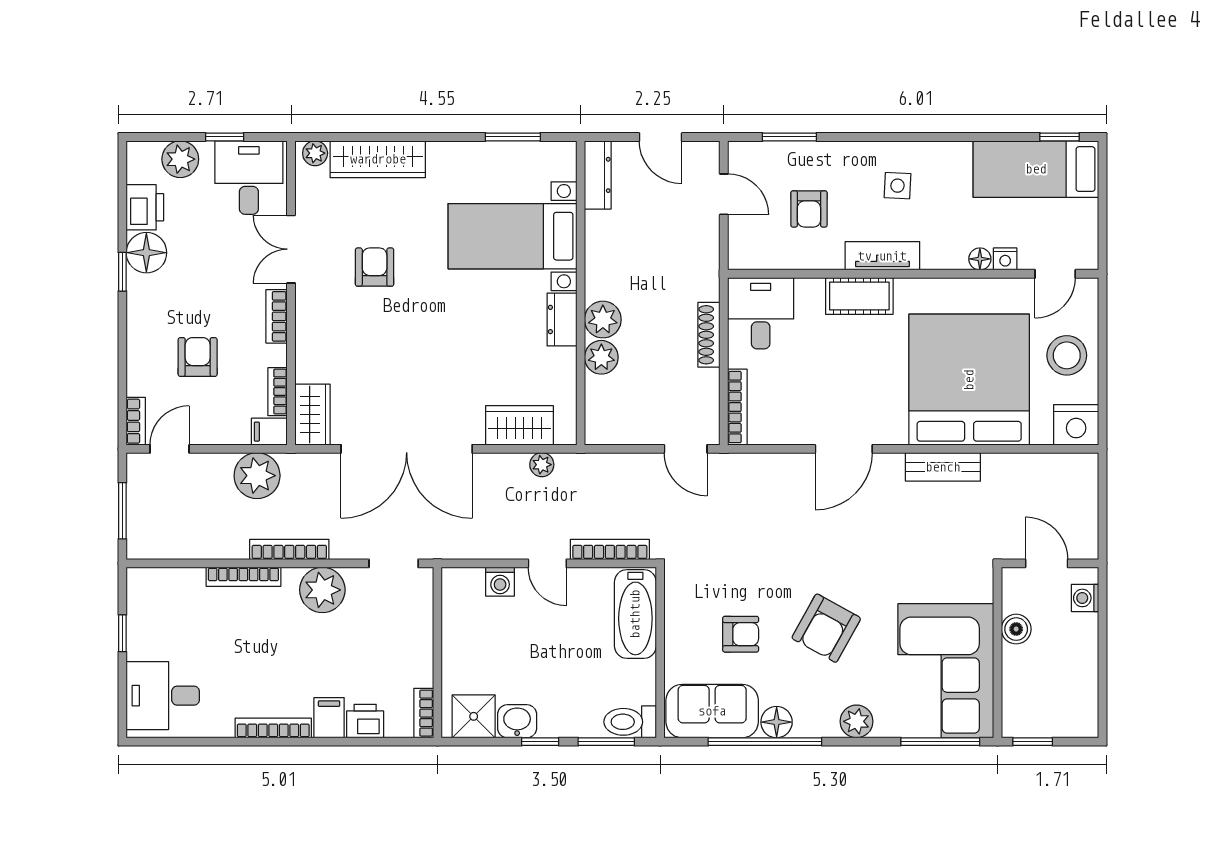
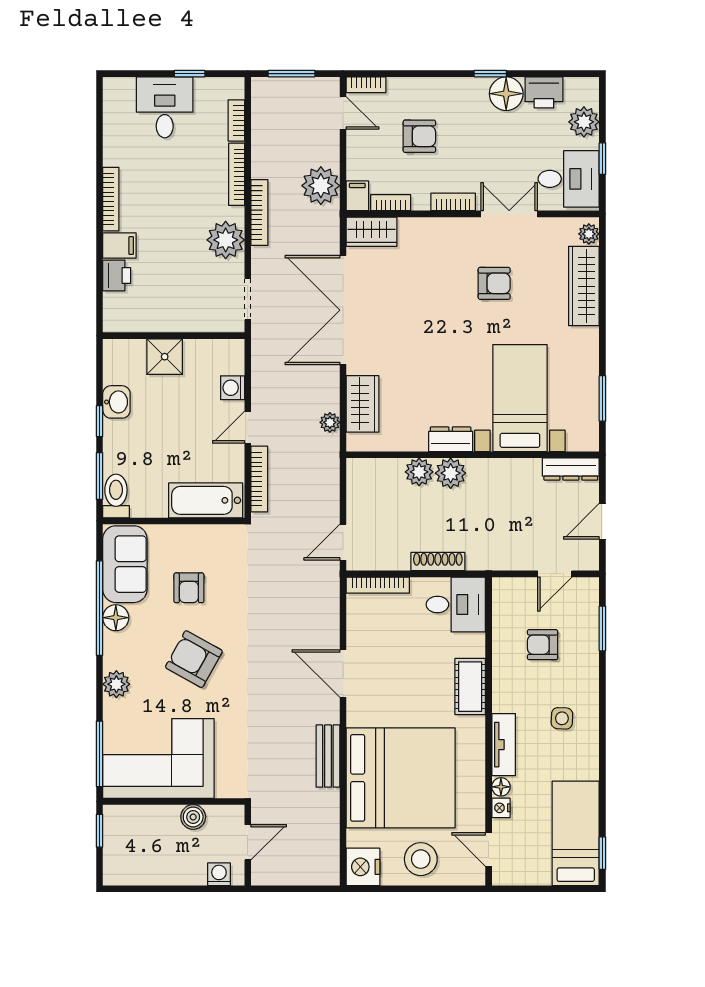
tv unit: (882, 256) -> (504, 745), moved
desk: (163, 696) -> (165, 107), moved
bookcase: (424, 713) -> (236, 121), moved, turned -90
shower: (474, 716) -> (165, 357), moved

